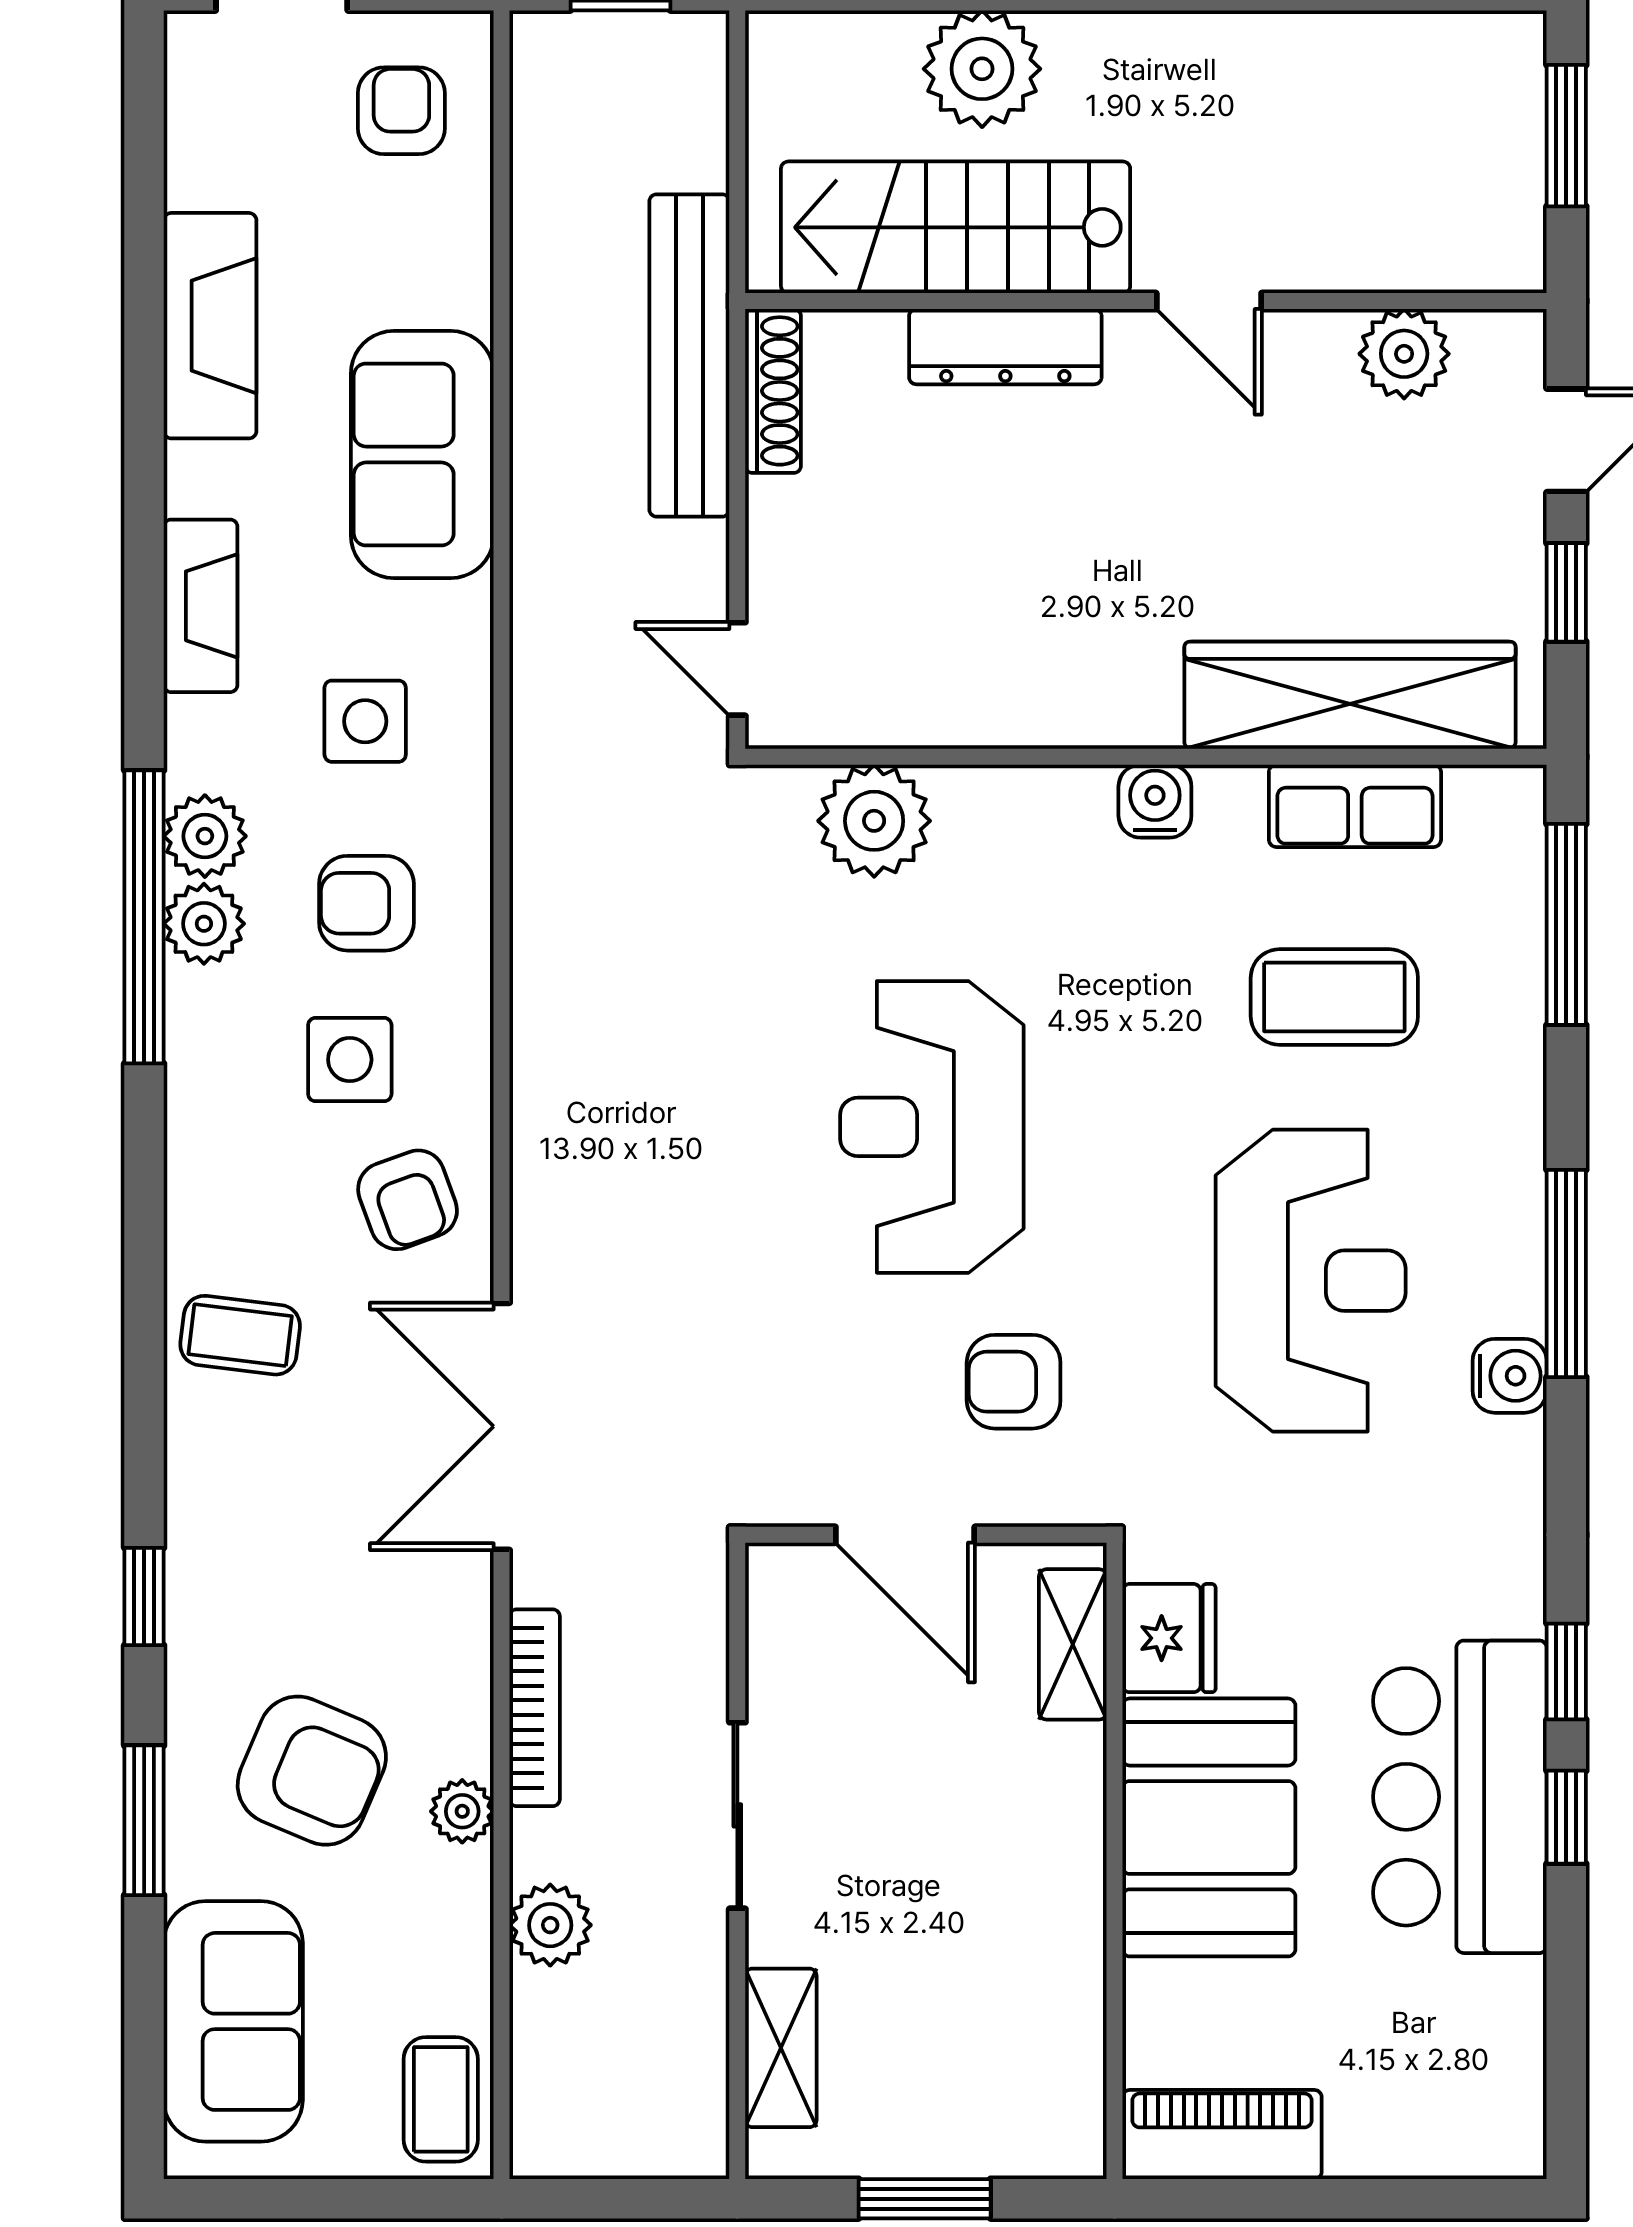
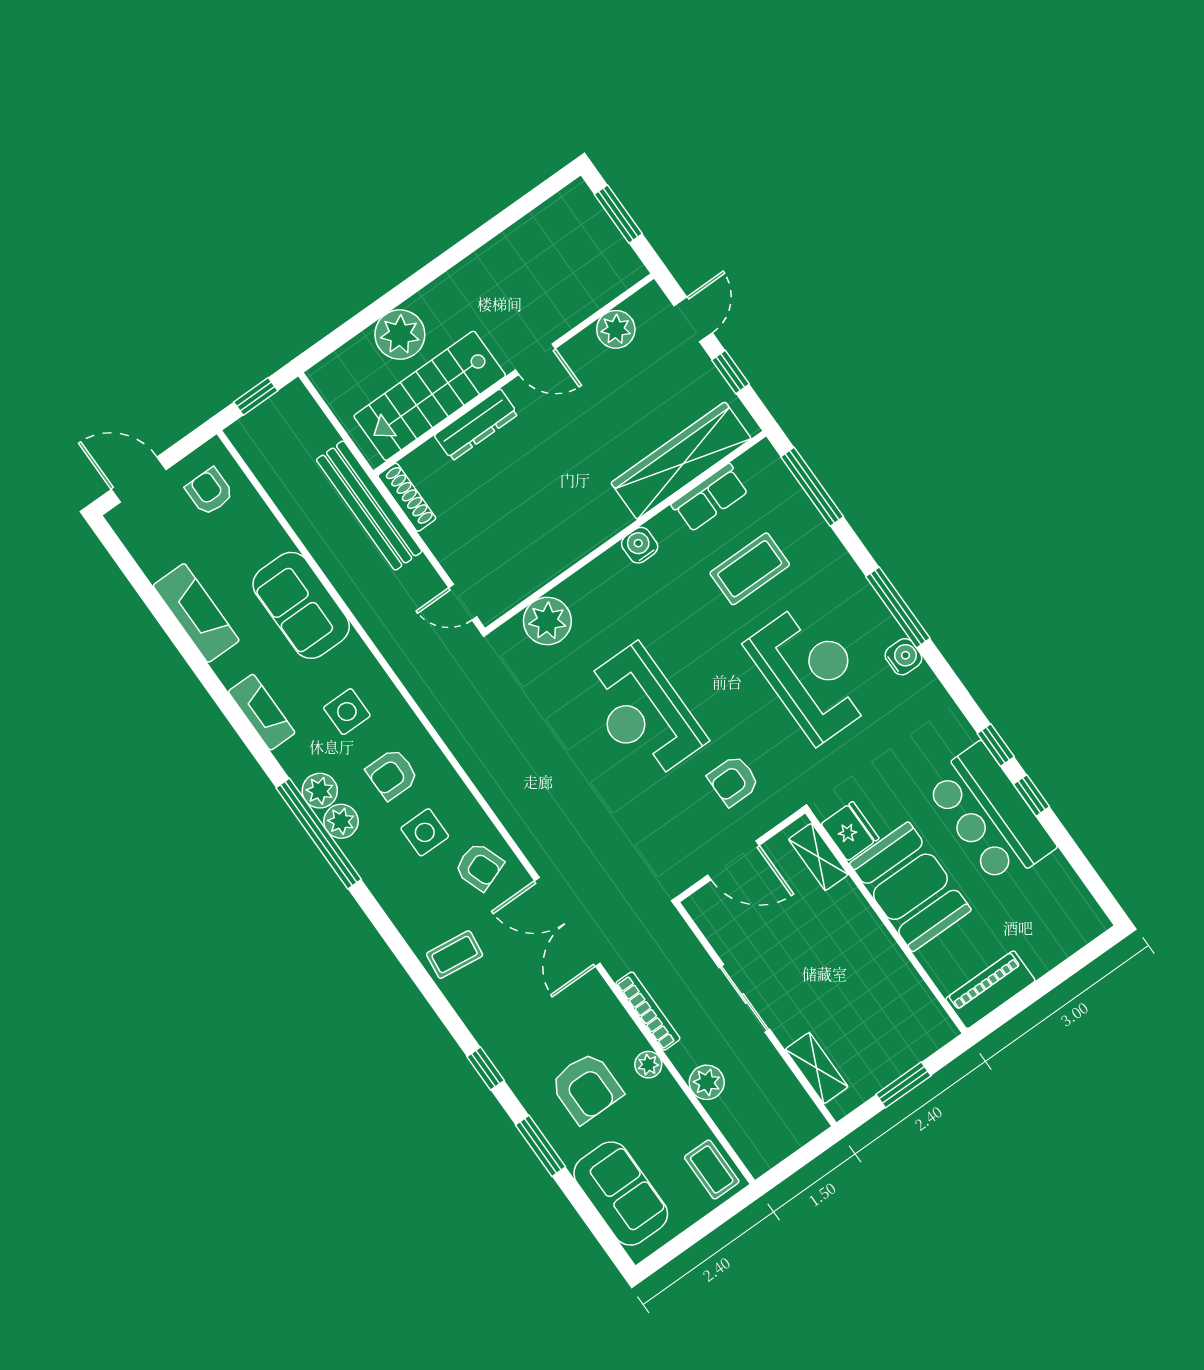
armchair: (312, 1771) -> (586, 1088), turned 67

